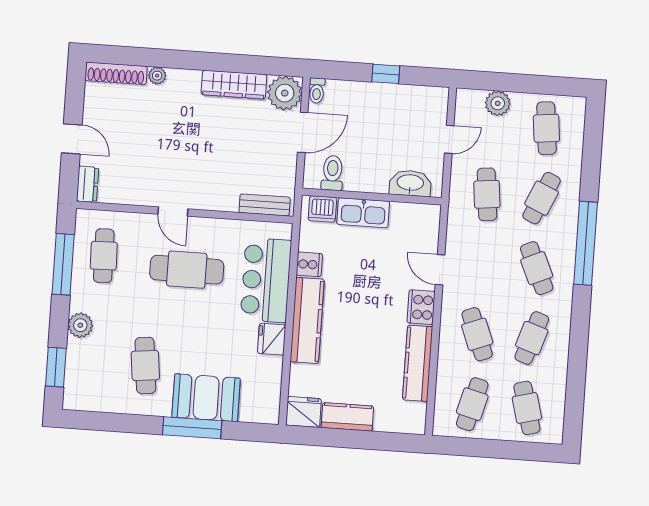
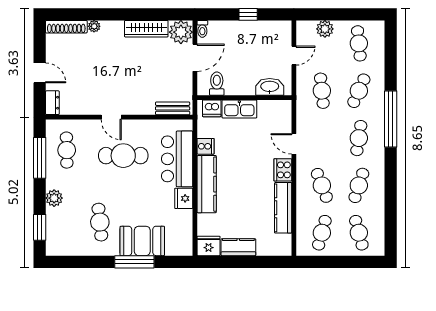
cafe table: (537, 268) -> (359, 138), turned 33

